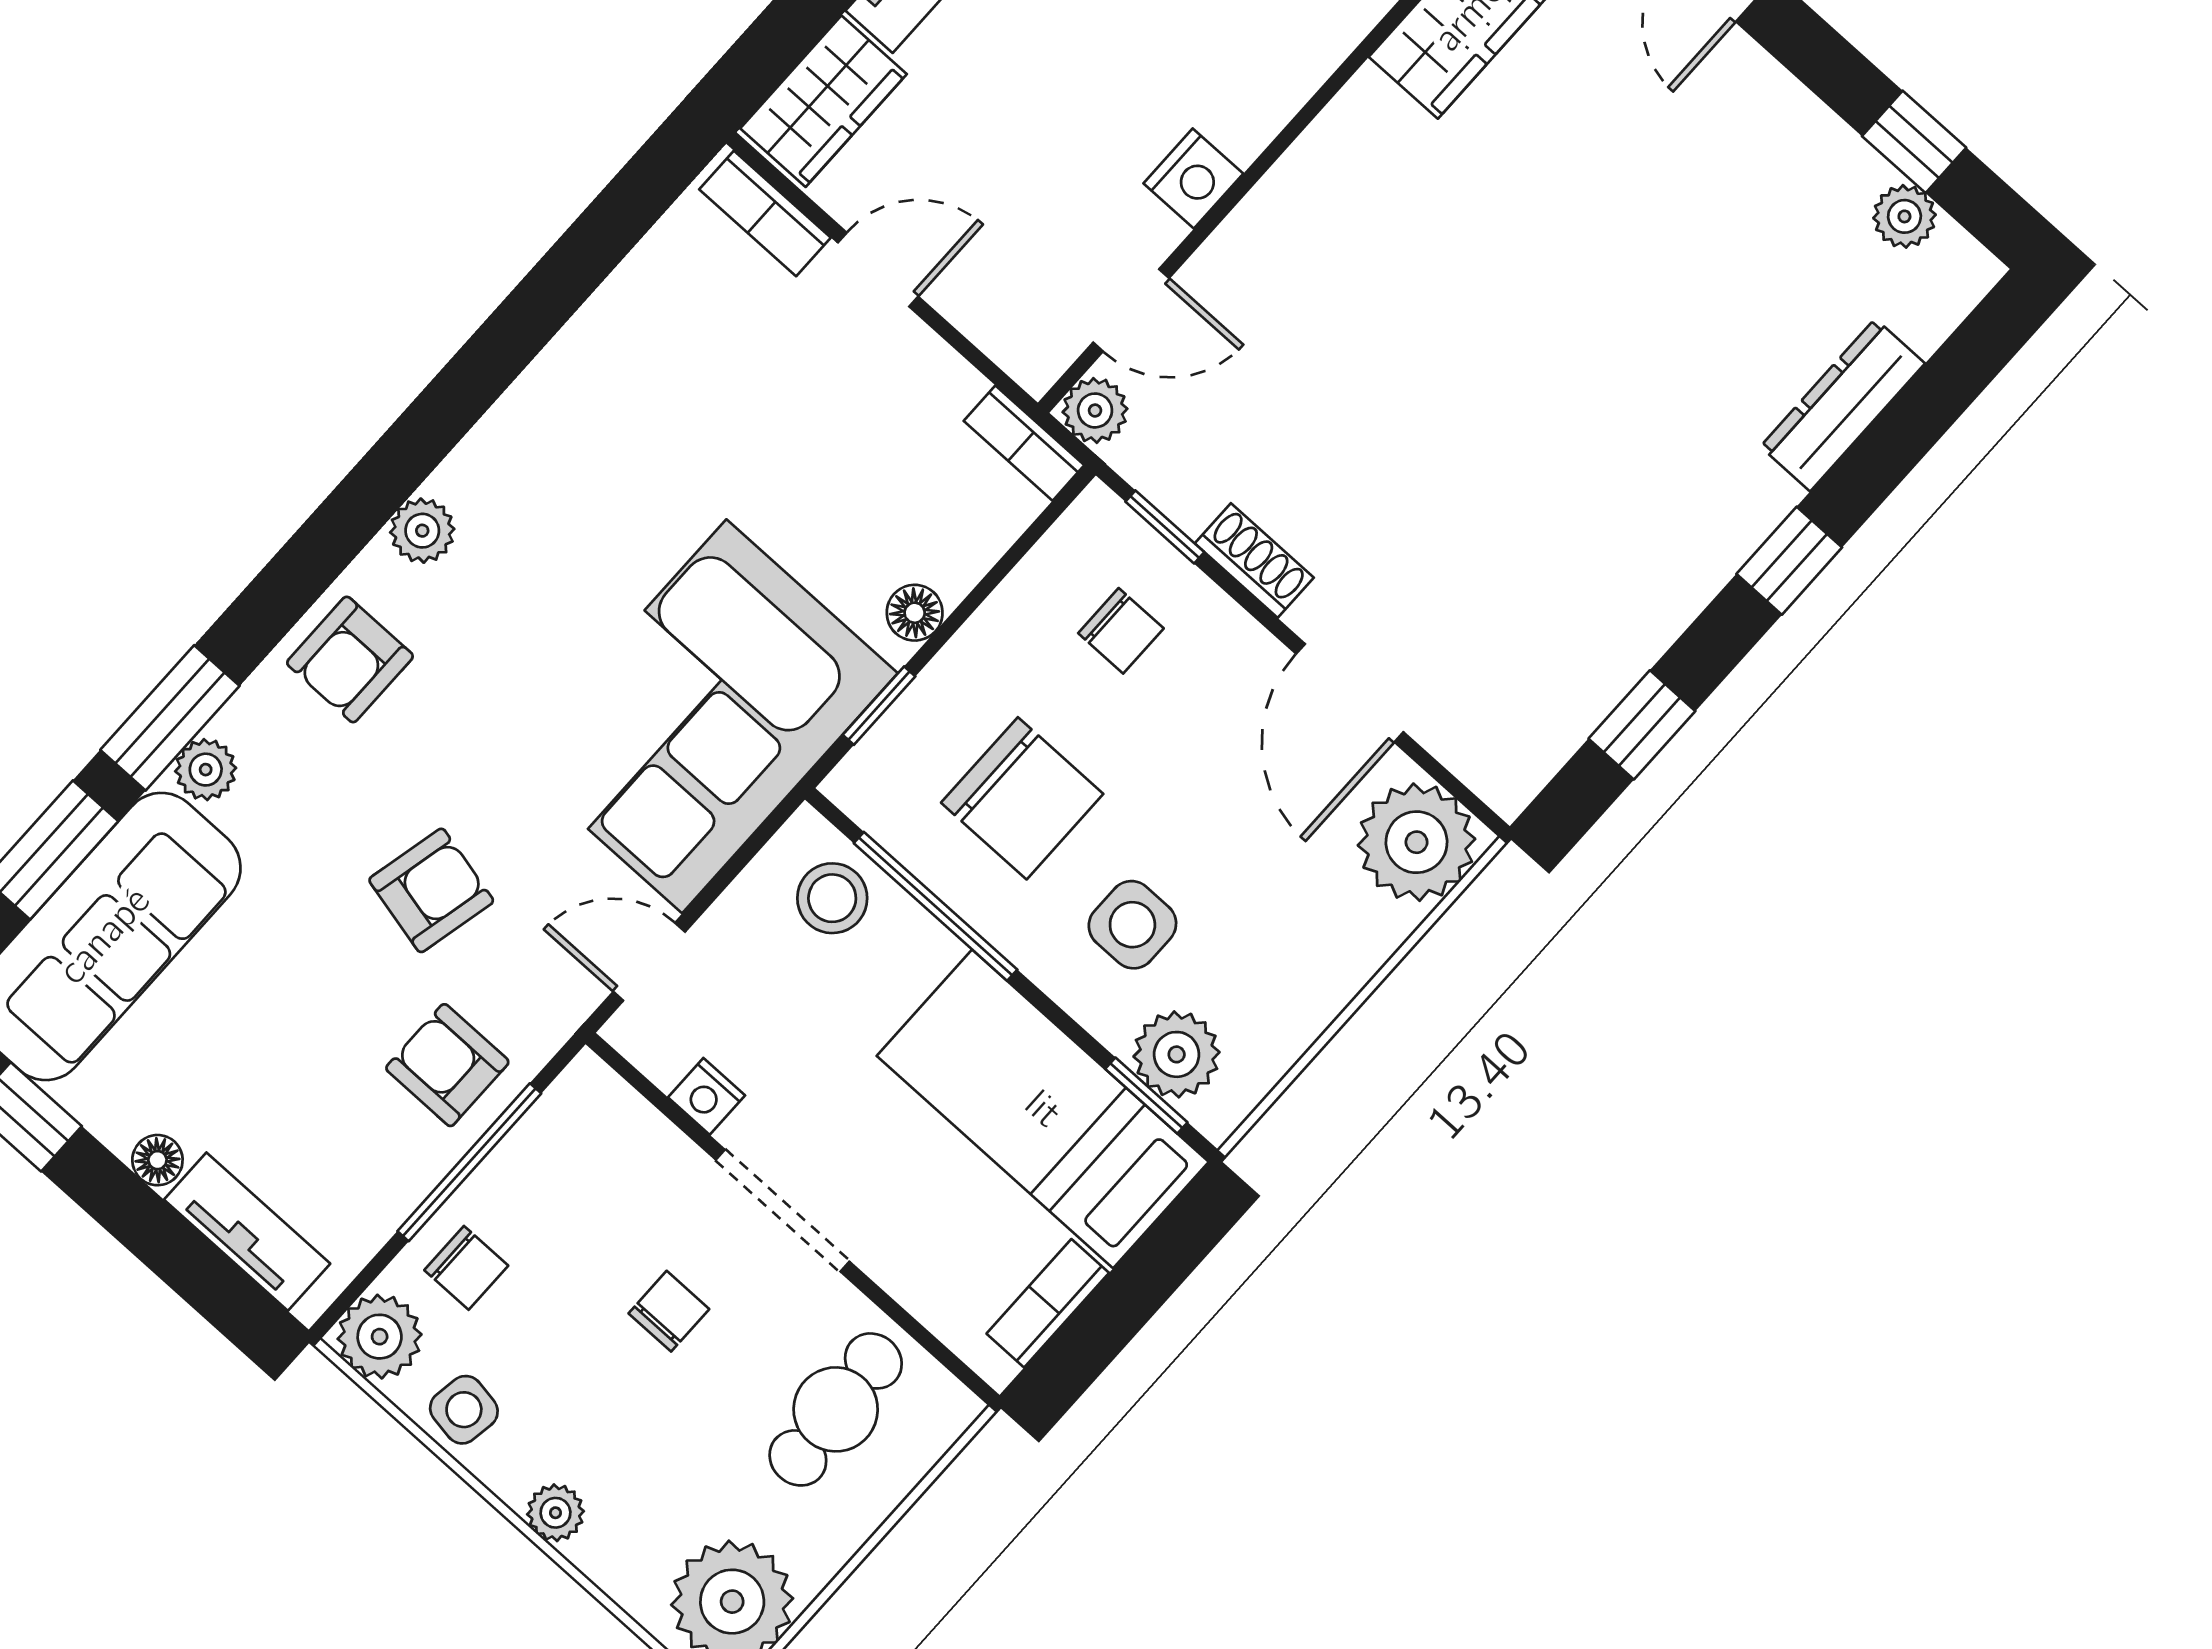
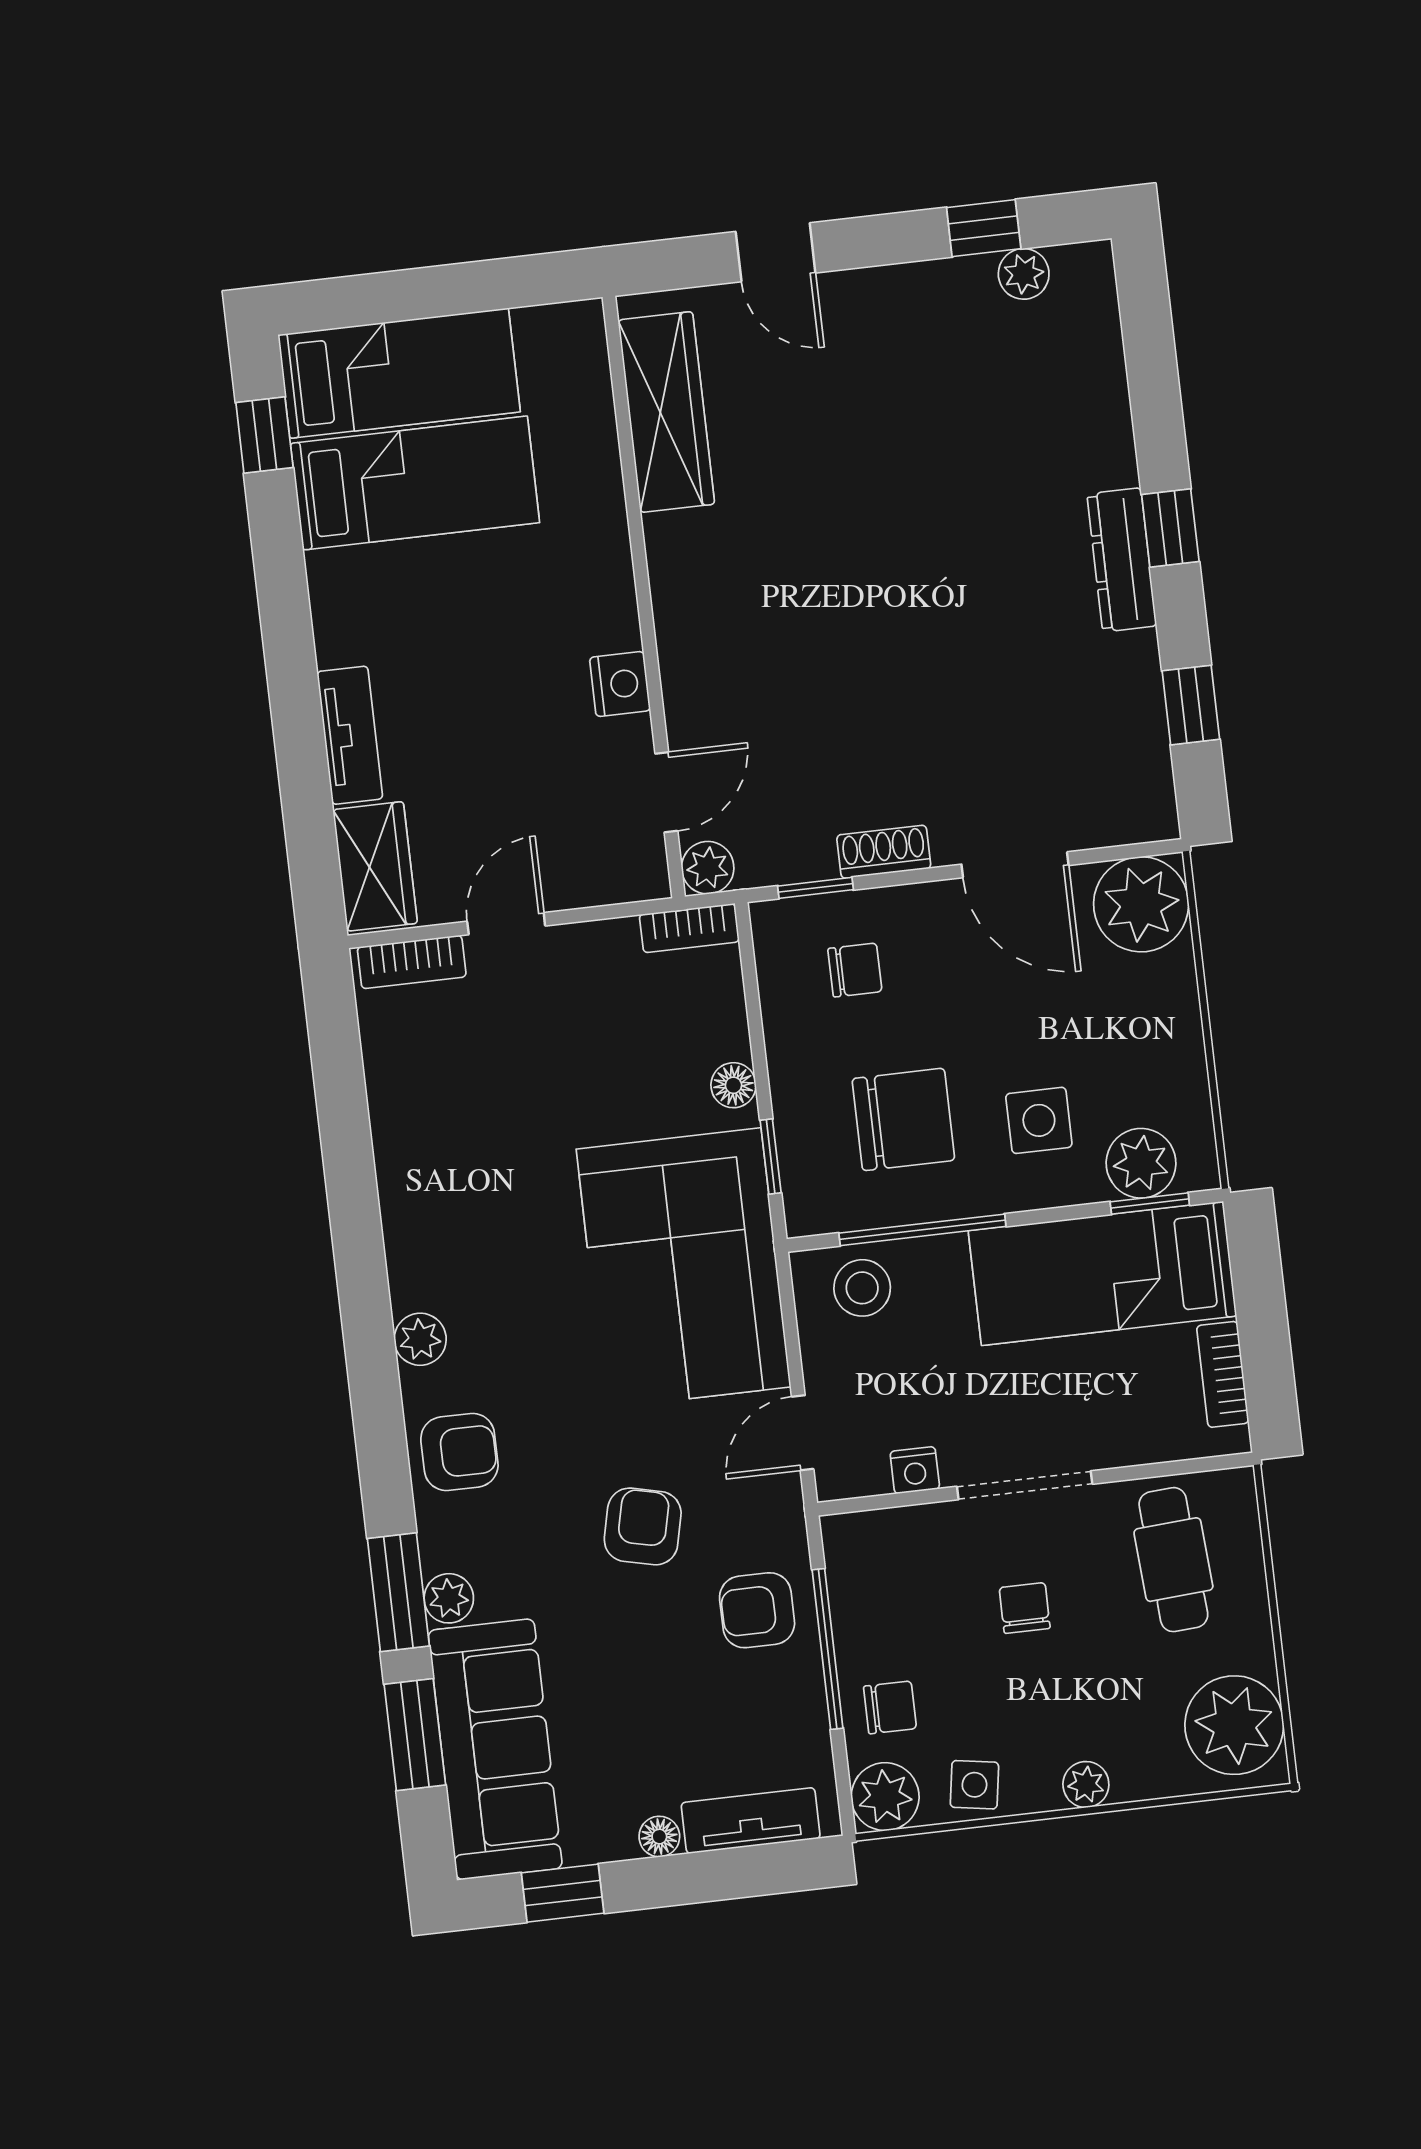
dresser: (1843, 405) -> (1122, 560), moved
armchair: (350, 659) -> (459, 1452), turned -90

